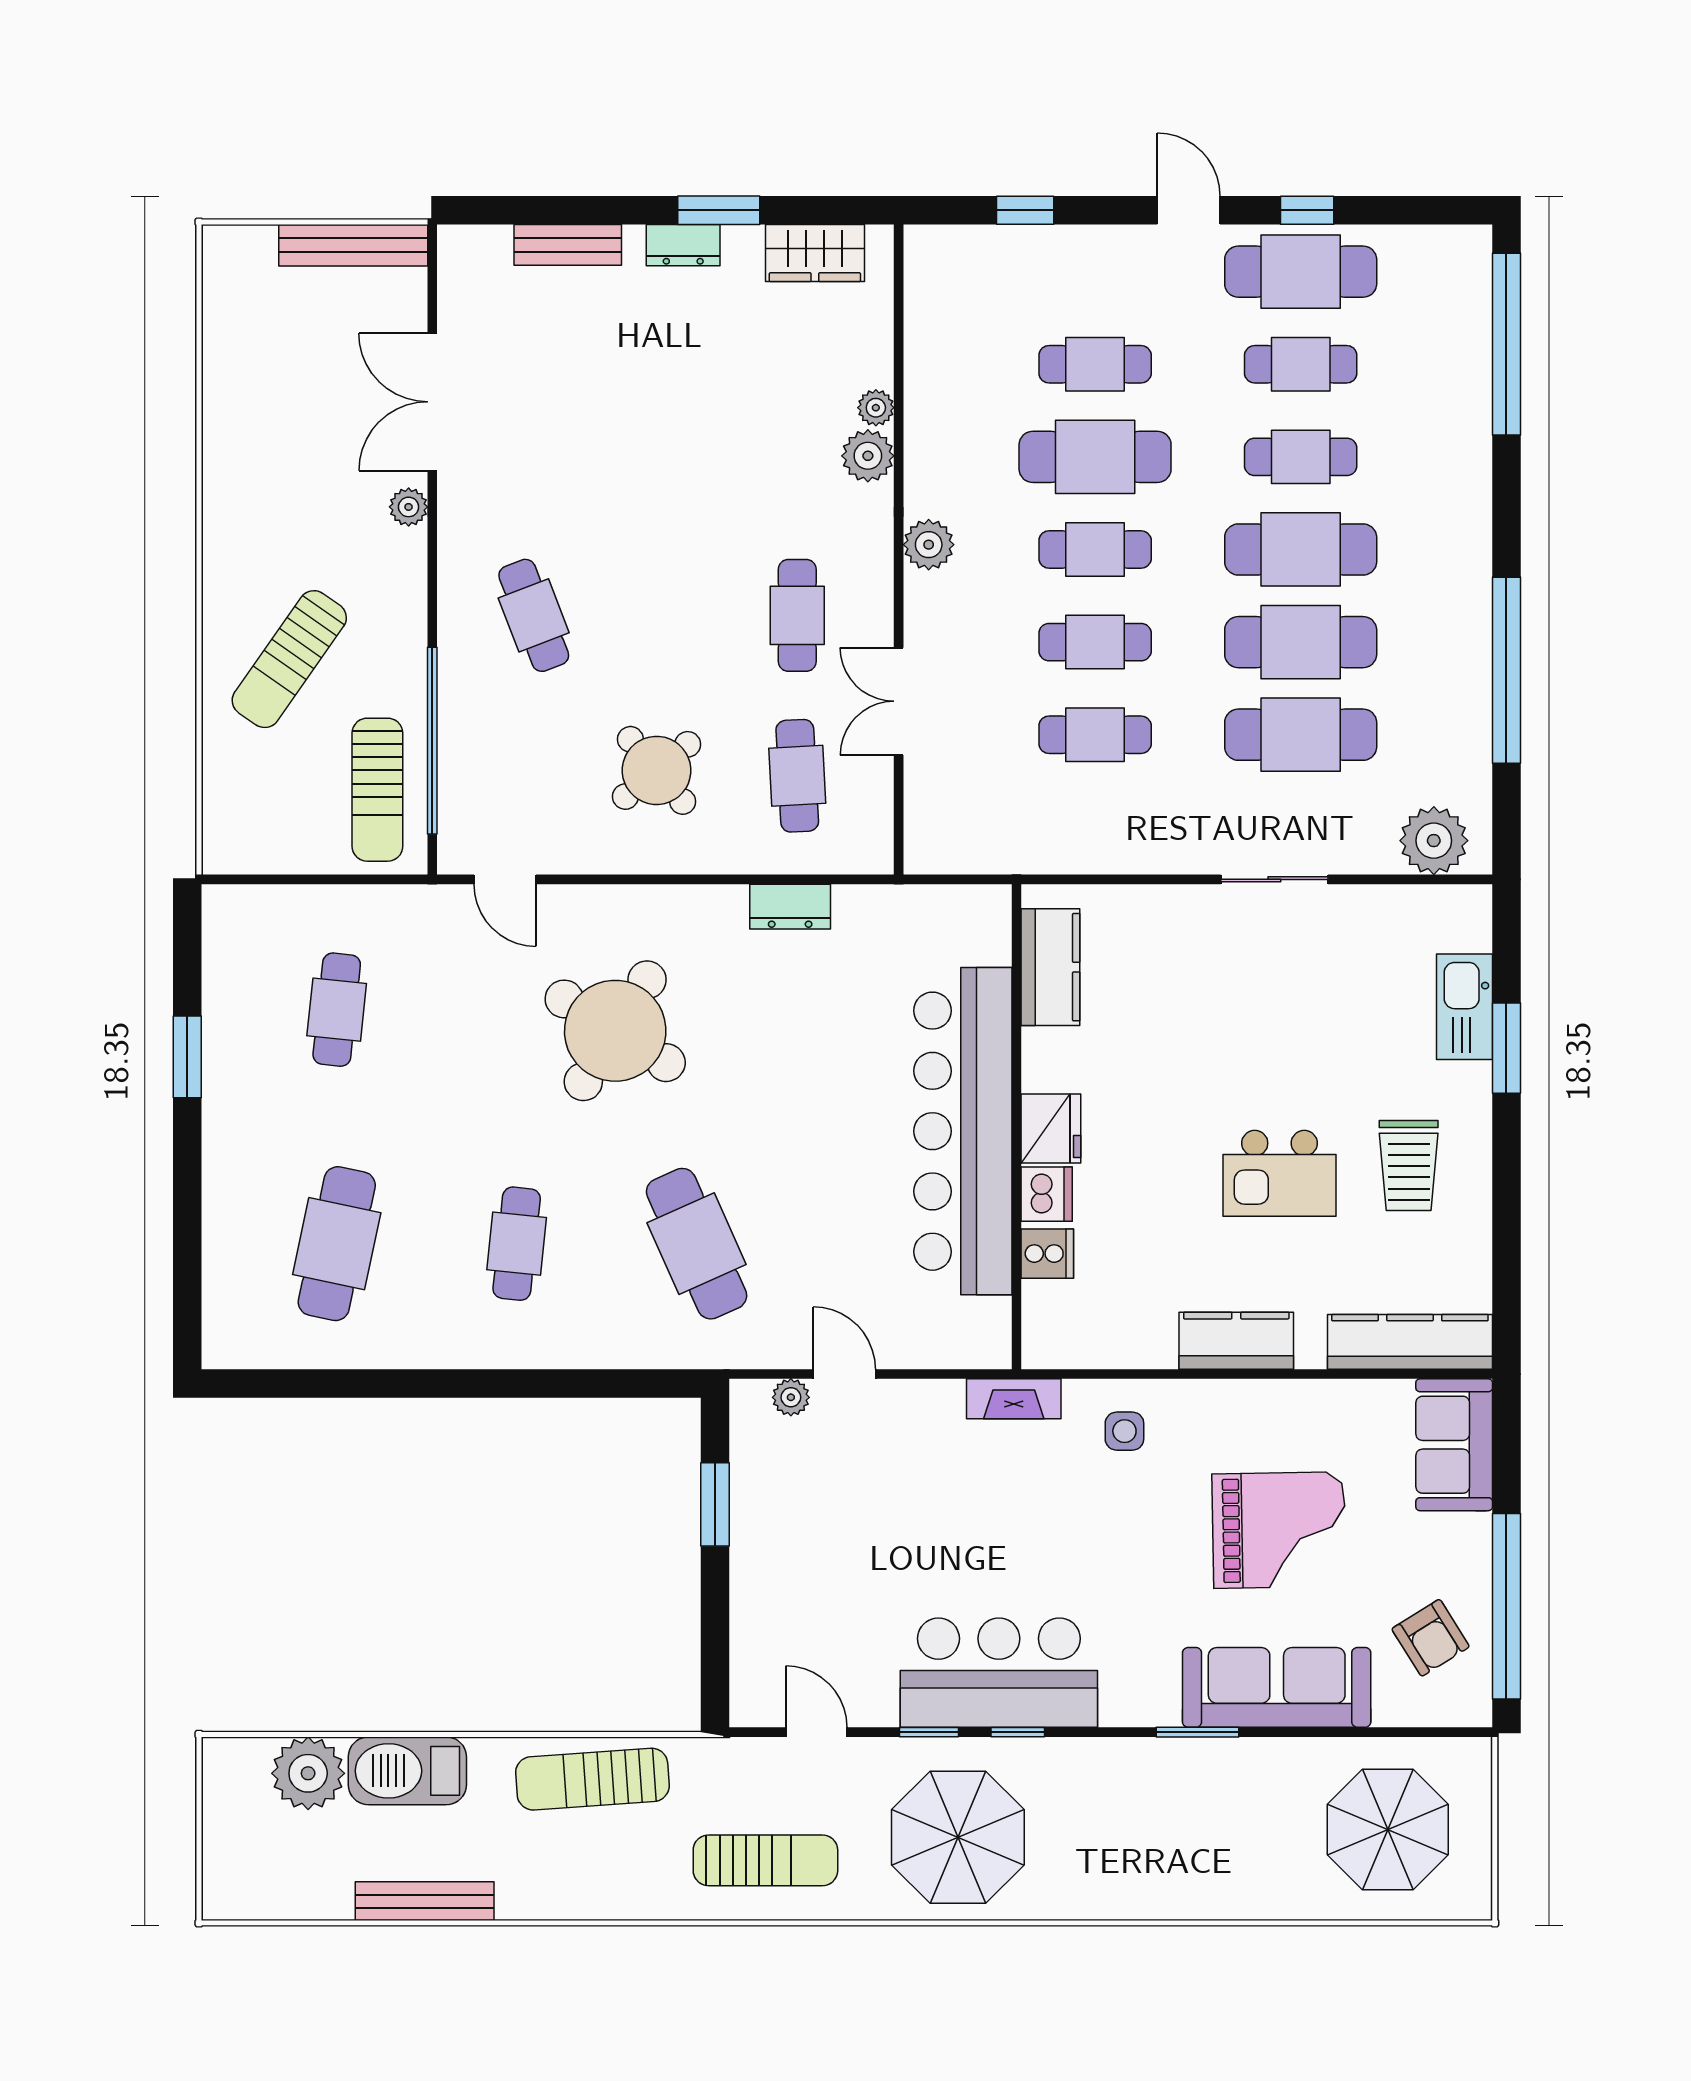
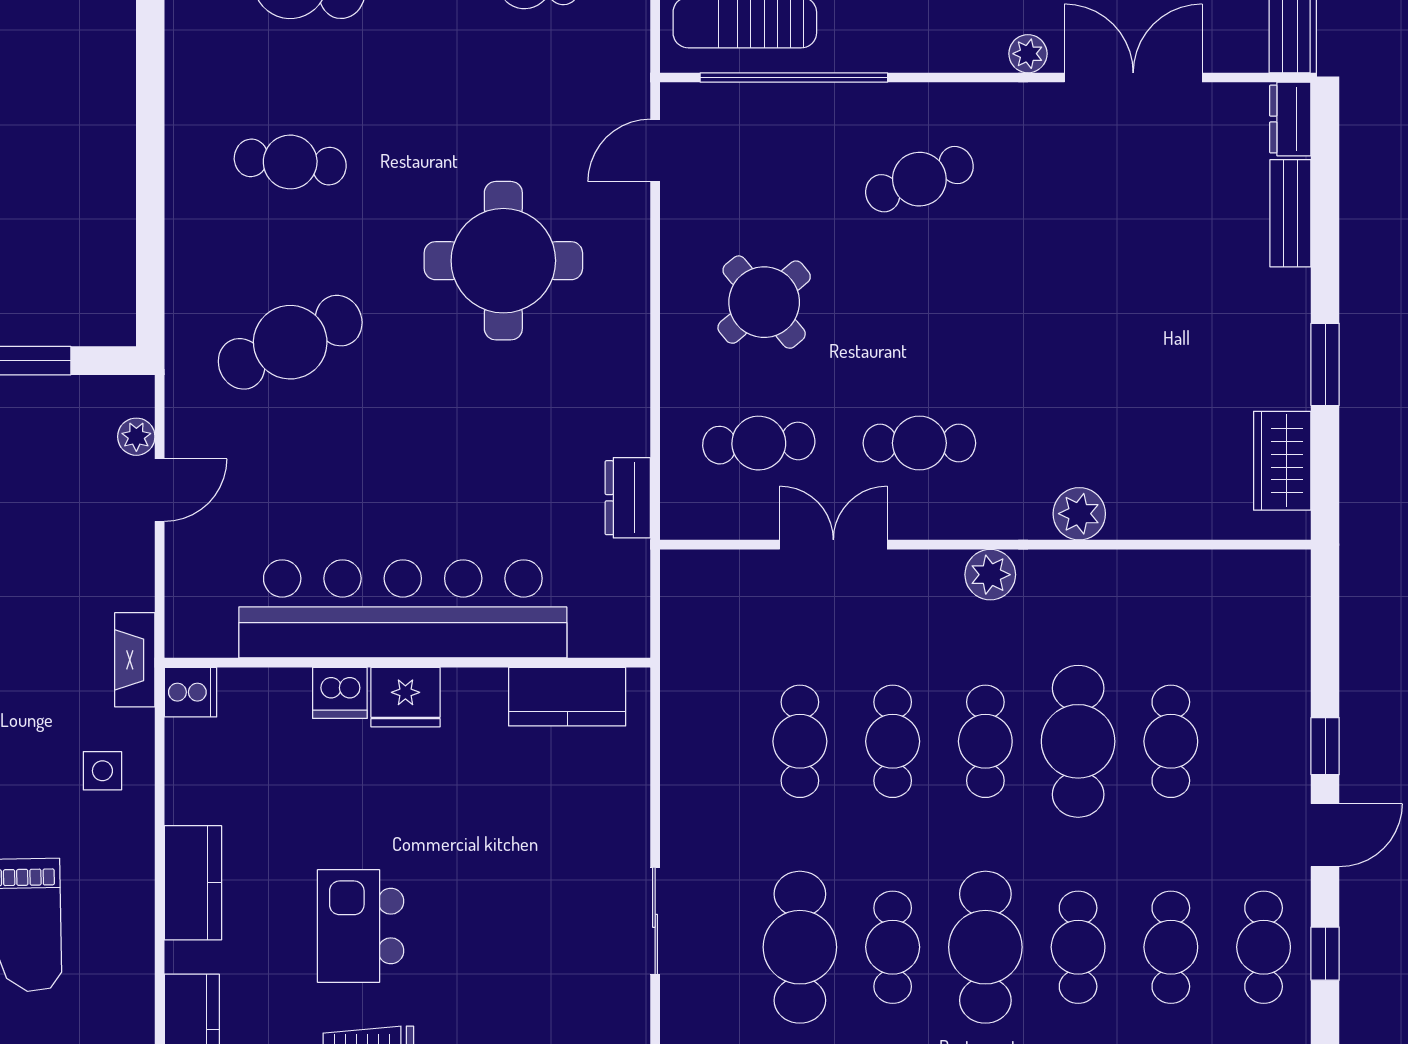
window: (1025, 210) -> (1325, 746), moved
dresser: (683, 245) -> (1290, 119), moved
cafe table: (1301, 272) -> (1264, 947), width x0.73, depth x0.74
plant: (876, 408) -> (1127, 522), removed
cafe table: (1301, 642) -> (893, 947), width x0.73, depth x0.74
dresser: (790, 907) -> (628, 498), moved
round table: (615, 1031) -> (503, 261), turned -32
cooker: (1047, 1254) -> (191, 692), moved, turned -90

